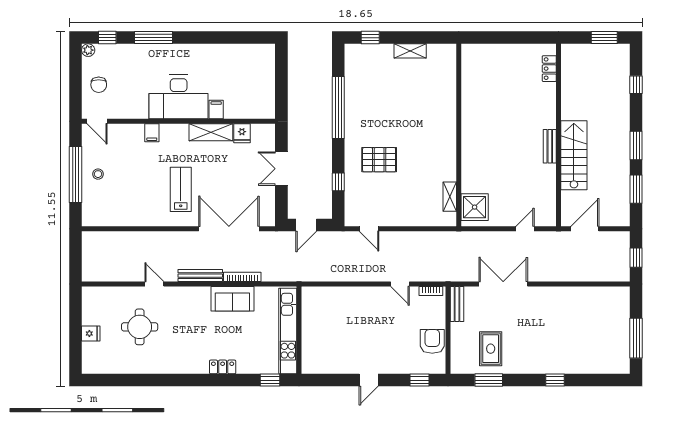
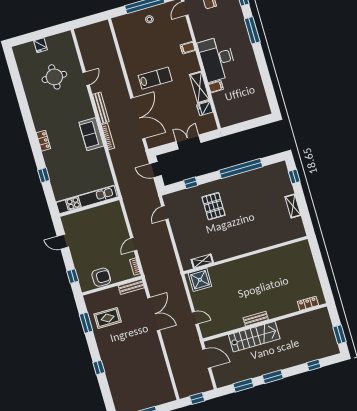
wall: (299, 330) -> (89, 207), moved
kitchen unit: (288, 331) -> (87, 199), moved

